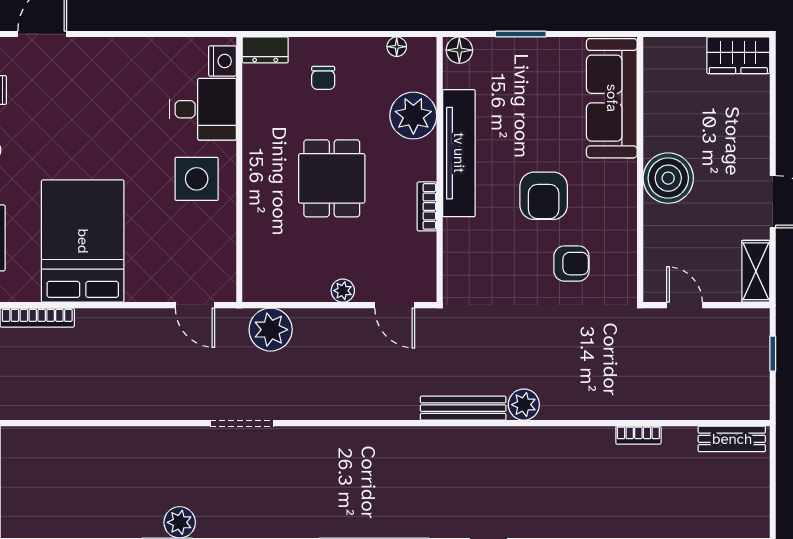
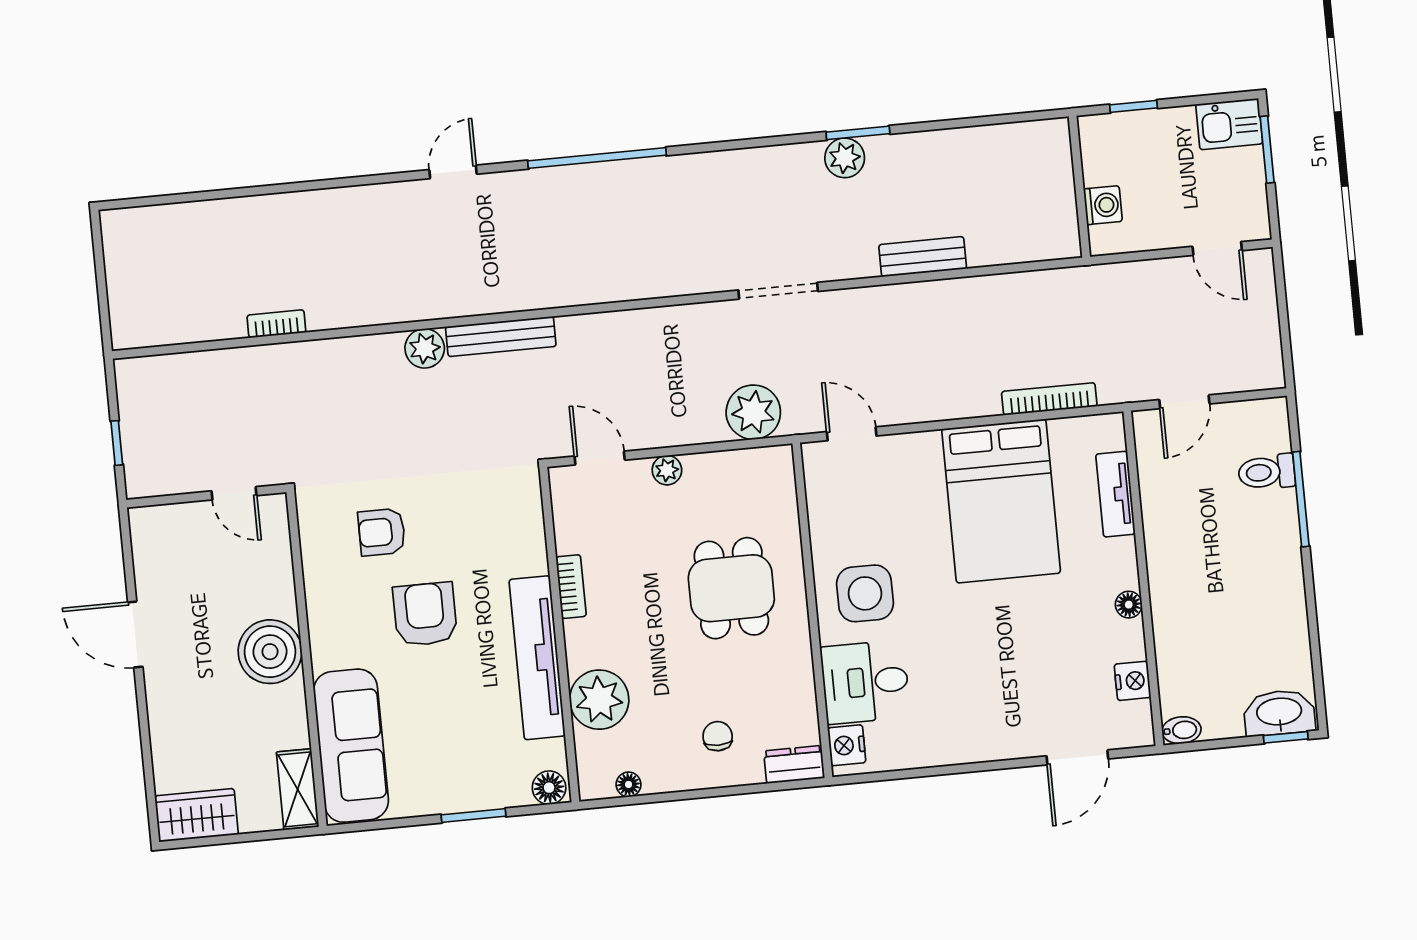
dining table: (332, 178) -> (731, 588), moved
shelving: (756, 271) -> (298, 789), moved
bench: (732, 439) -> (923, 257), moved

